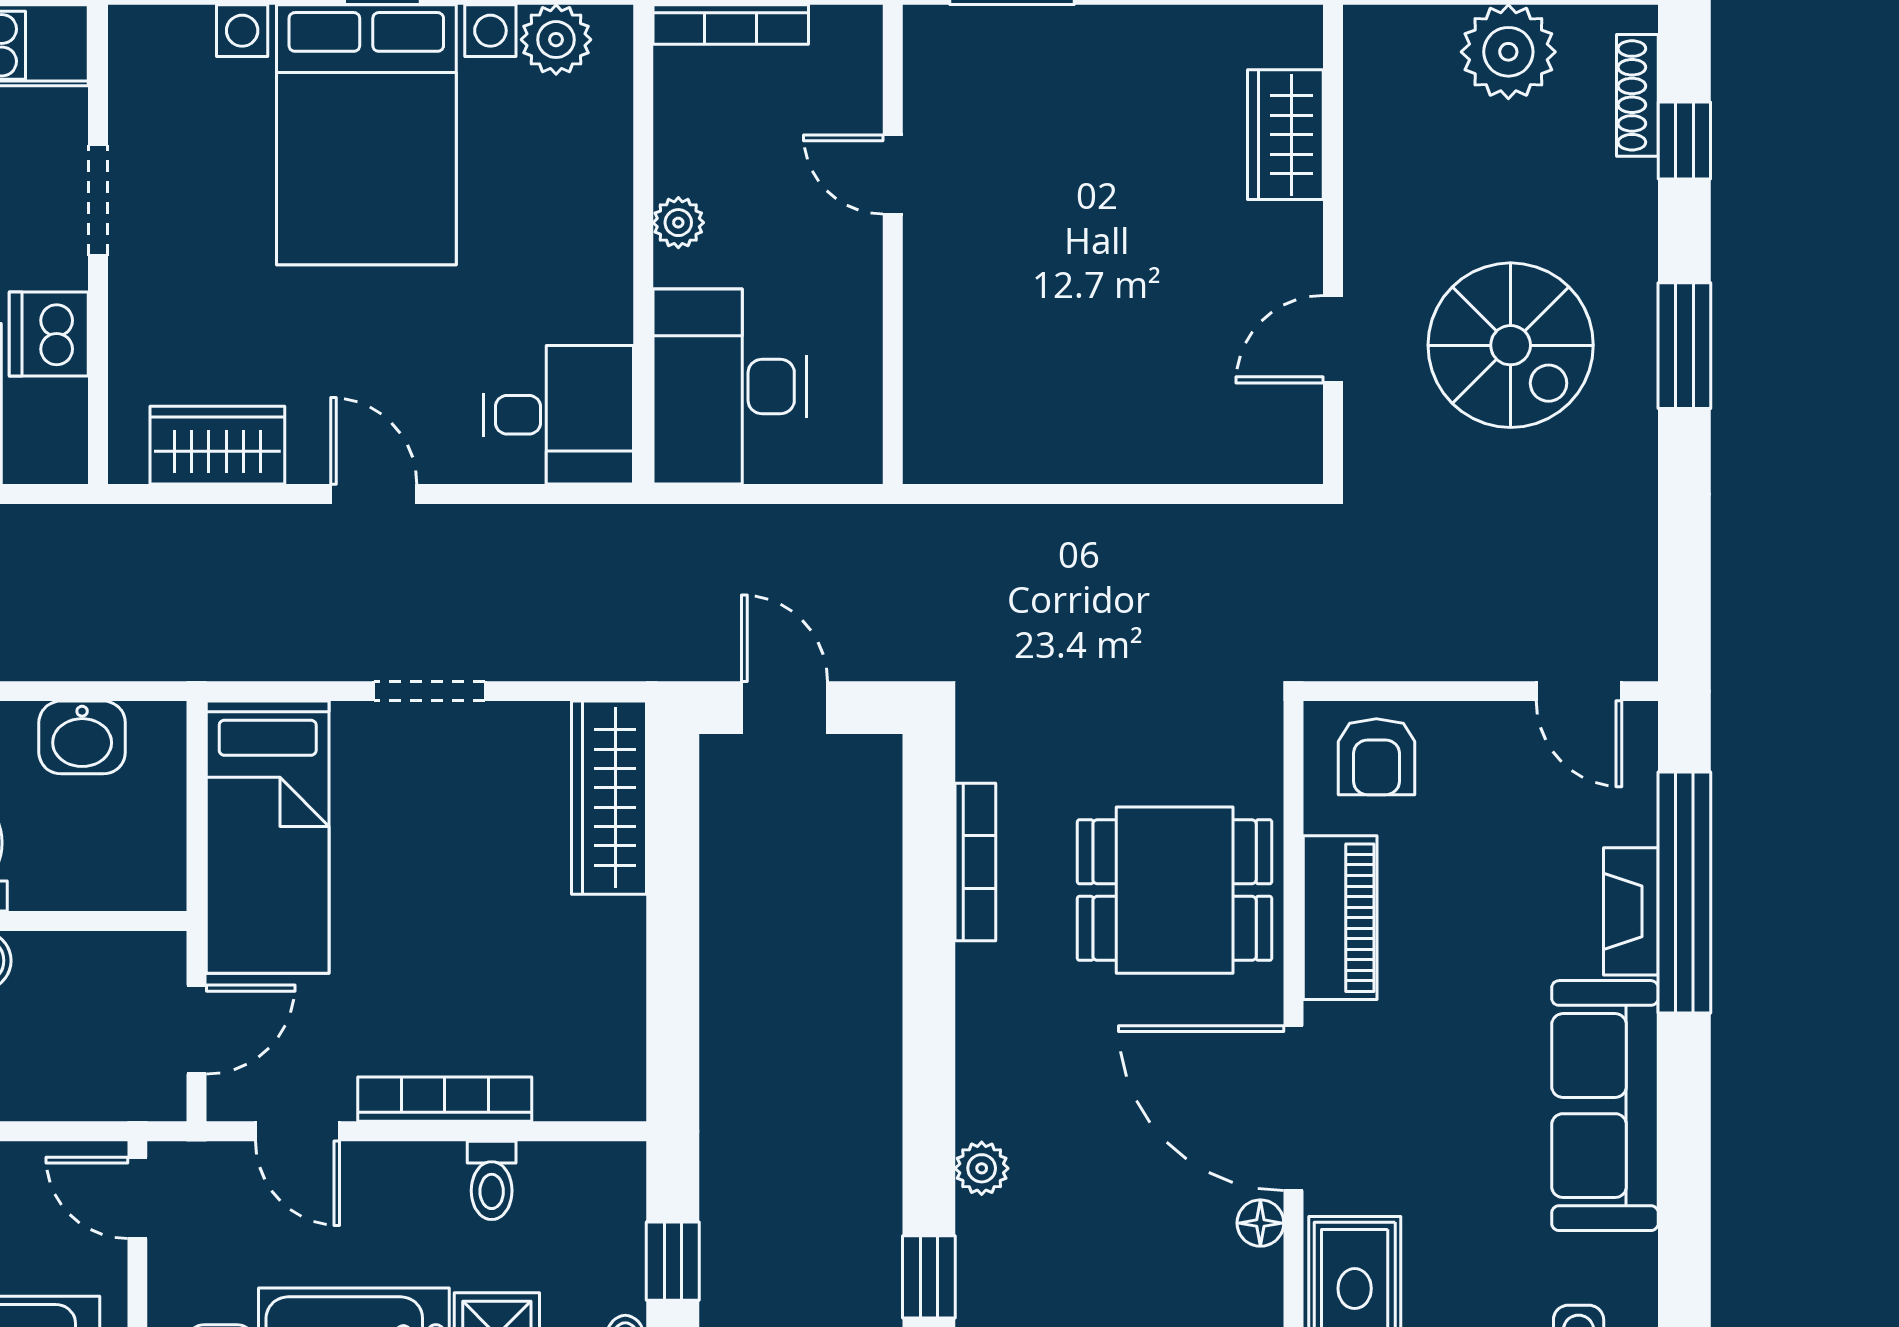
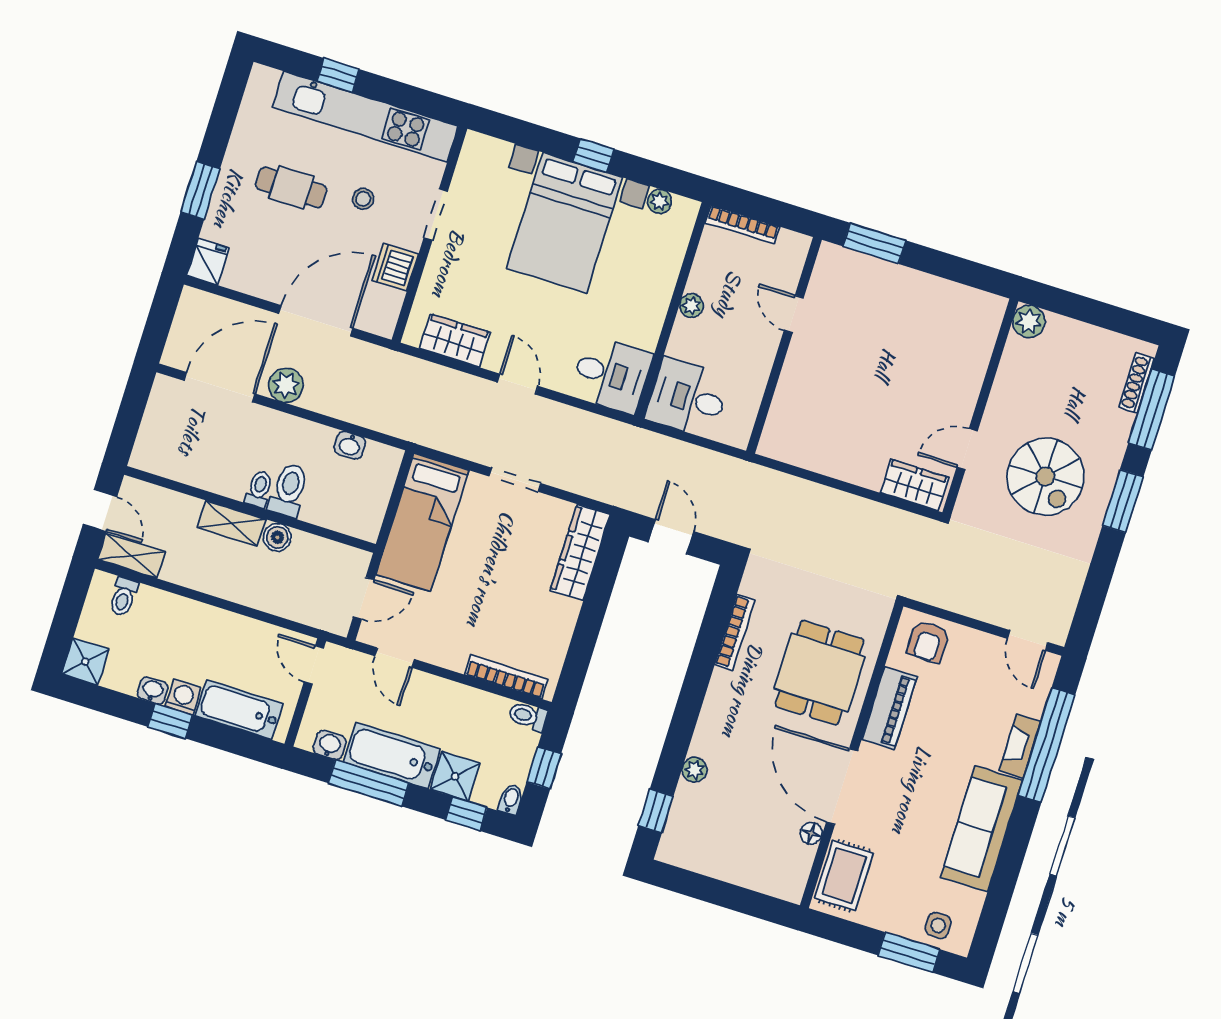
plant: (556, 40) -> (660, 201), width x0.73, depth x0.73
plant: (1508, 52) -> (1029, 322), moved, width x0.73, depth x0.73
wardrobe: (1285, 135) -> (914, 485), moved, turned 90
window: (1684, 140) -> (1152, 410), width x2.17
desk: (730, 387) -> (688, 398), width x0.73
washbasin: (82, 737) -> (350, 445), width x0.72, depth x0.69
dining table: (1175, 890) -> (819, 673), turned 90
bookcase: (445, 1099) -> (506, 677), moved
toilet: (492, 1180) -> (528, 716), moved, turned 90

